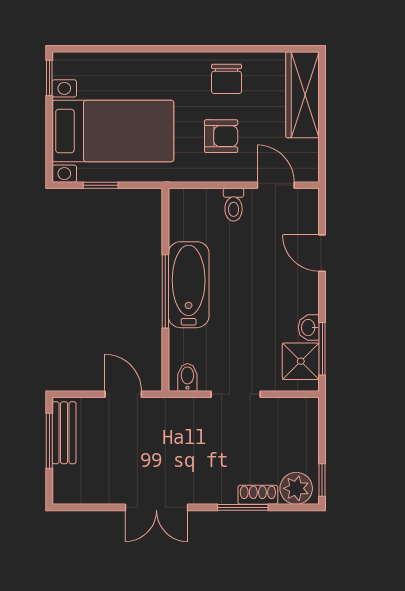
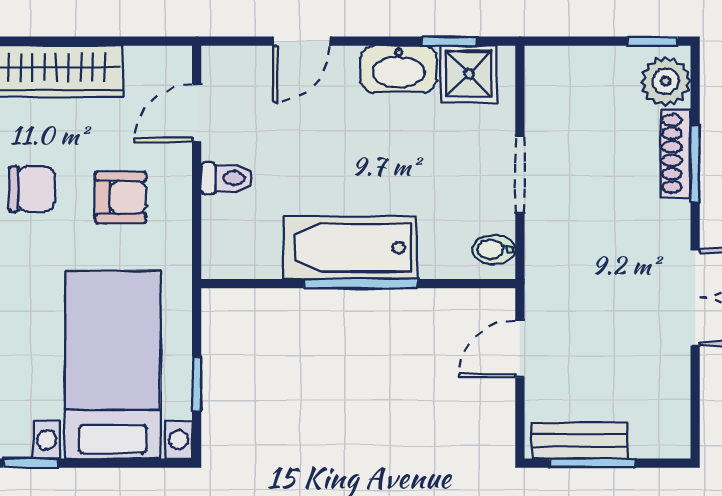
armchair: (221, 136) -> (121, 197), turned 90
washbasin: (309, 328) -> (399, 69), width x1.91, depth x1.45
window: (322, 349) -> (450, 41), width x0.67
shoe rack: (258, 495) -> (676, 154), width x1.43

